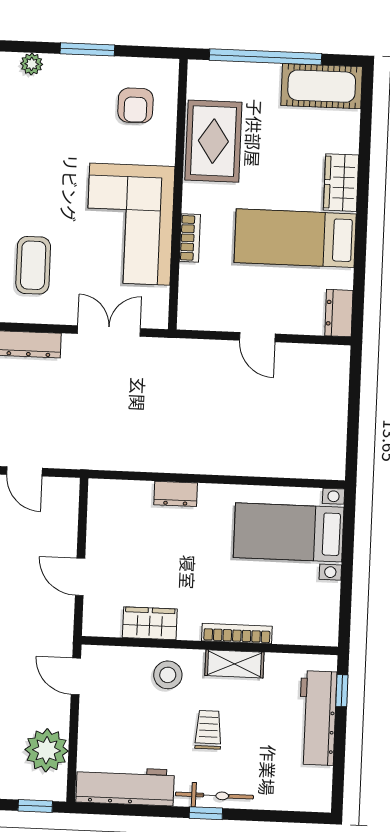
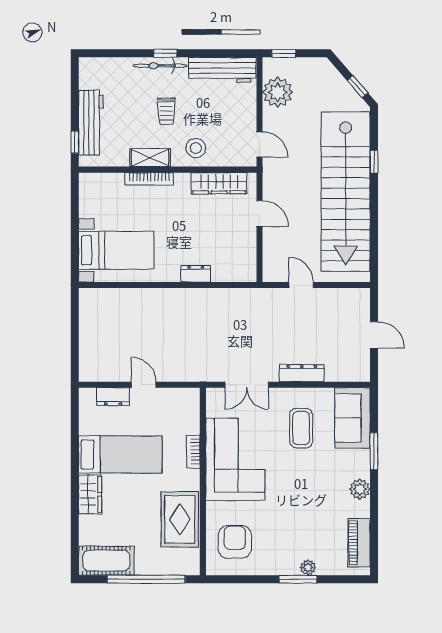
window: (87, 49) -> (298, 579), moved
armchair: (135, 105) -> (235, 542), width x1.38, depth x1.38
dresser: (339, 313) -> (113, 397), moved, turned 90
wardrobe: (150, 623) -> (219, 183), width x1.50

